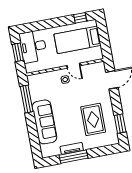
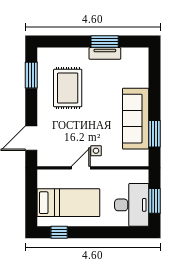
door: (73, 66) -> (81, 168), hinge flipped
window: (27, 99) -> (155, 134), width x0.69
sofa: (45, 122) -> (136, 119), moved
window: (74, 157) -> (105, 42), width x0.69

